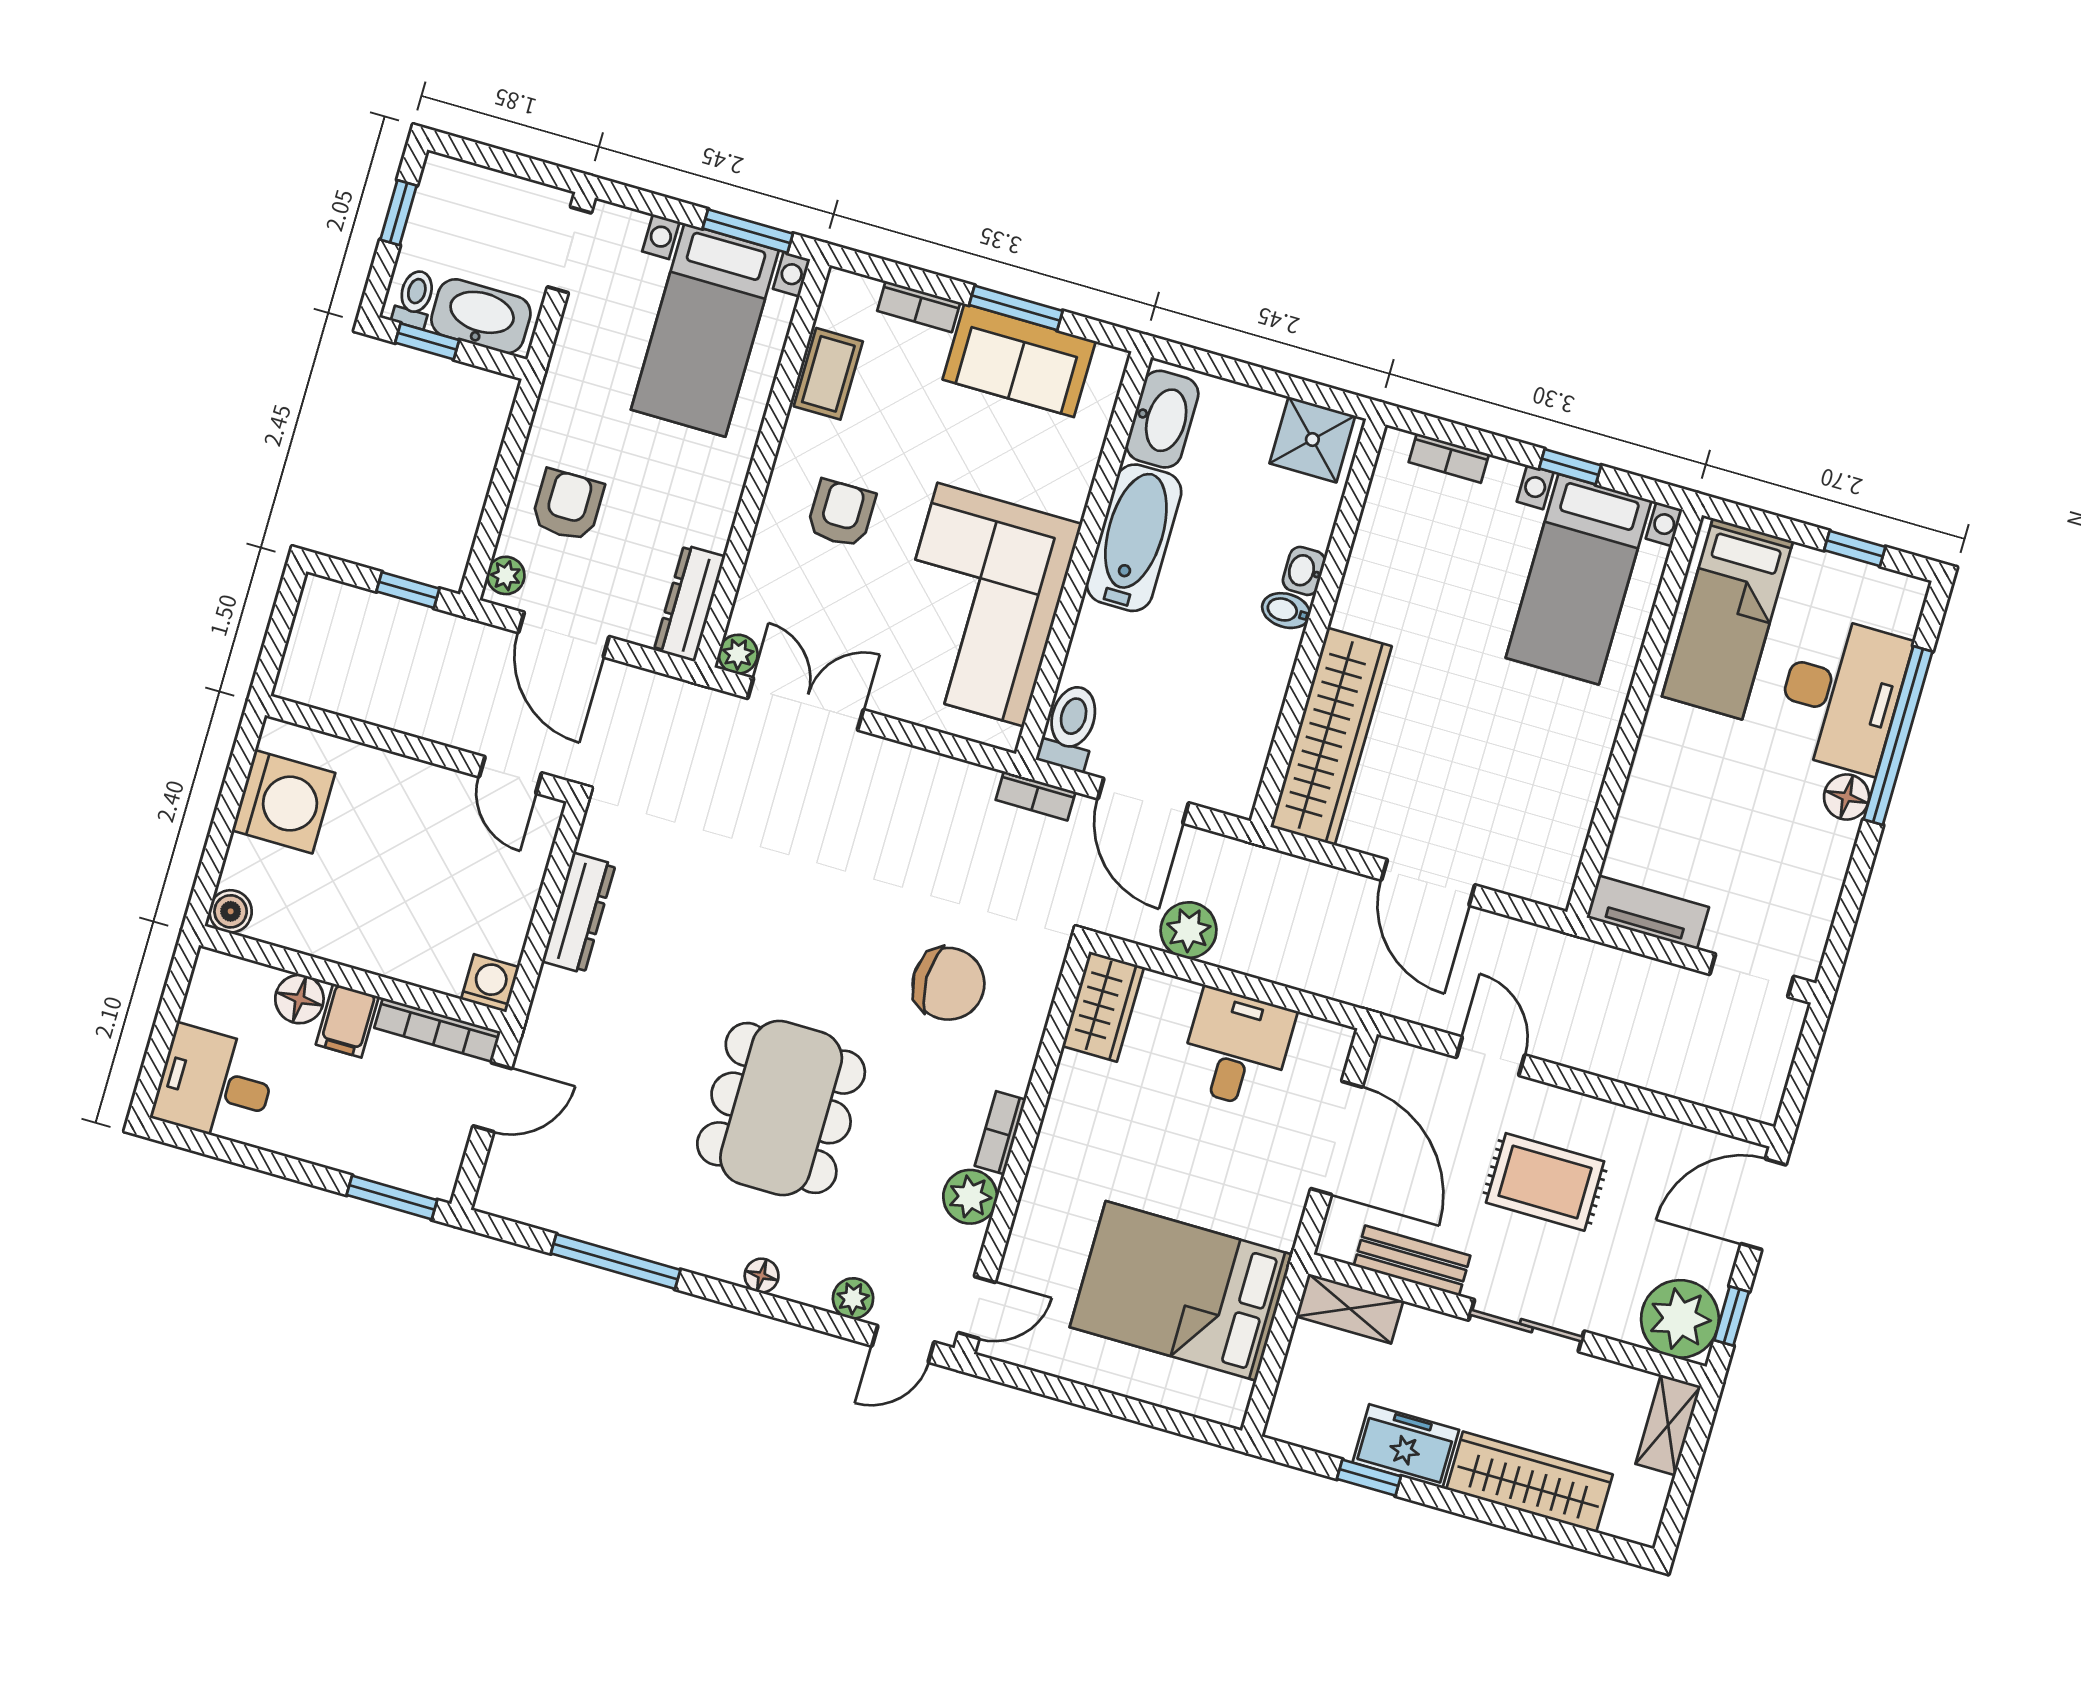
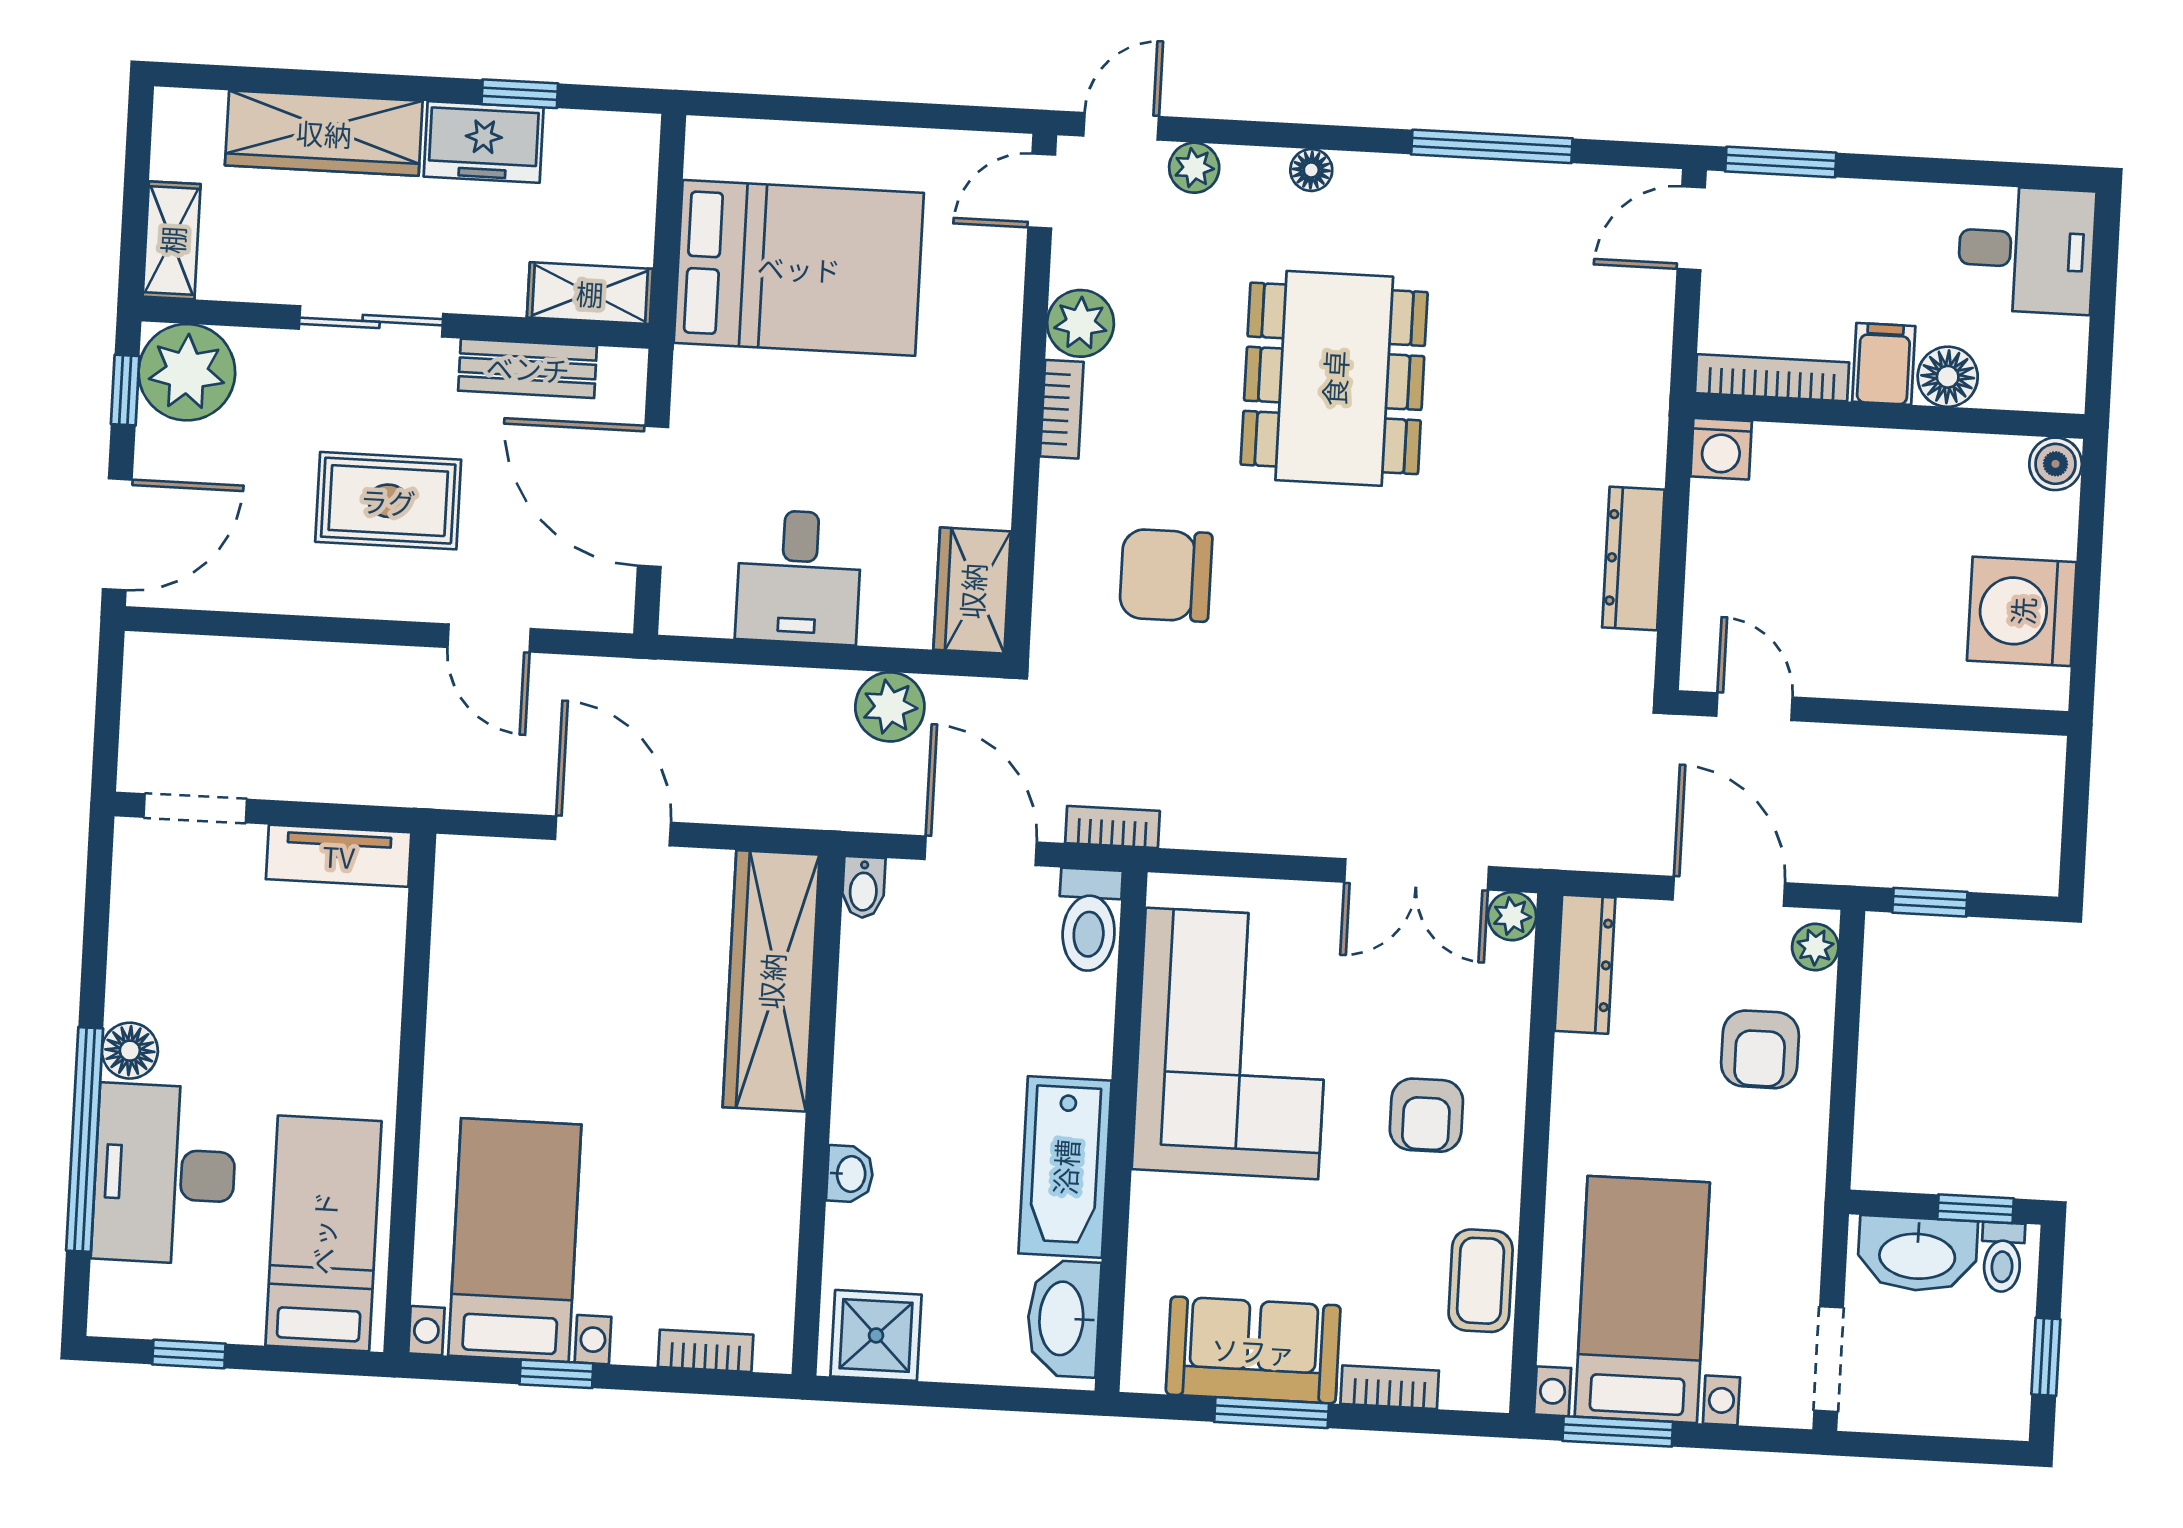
bidet: (1286, 611) -> (863, 887), moved, turned 90
door: (492, 1097) -> (1691, 228), moved

